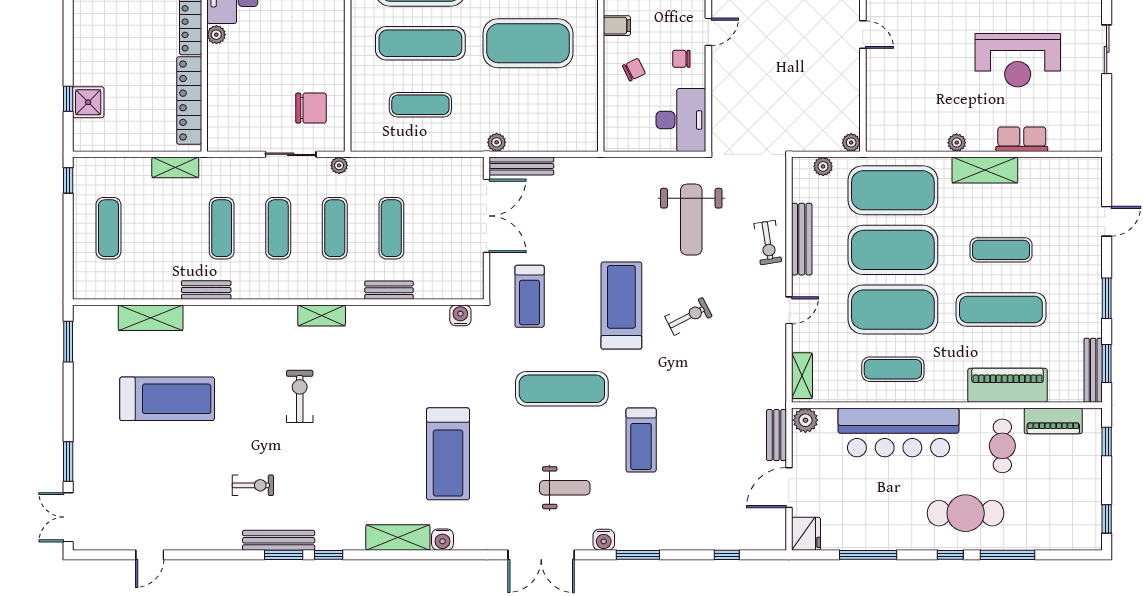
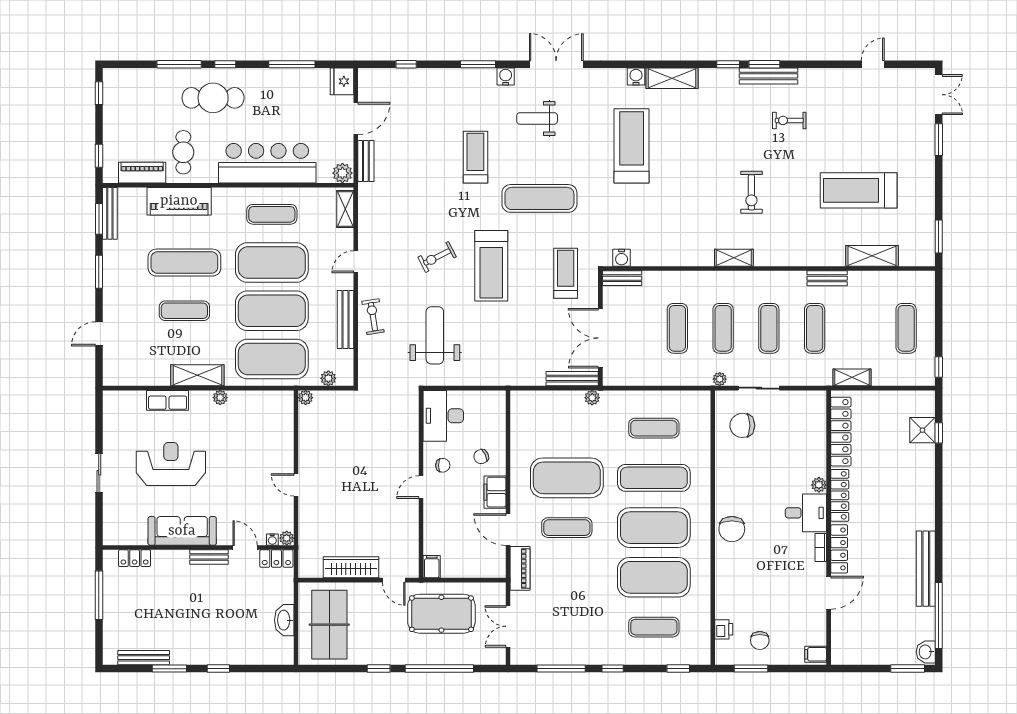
filing cabinet: (617, 26) -> (495, 492), width x2.00
bench: (389, 290) -> (622, 278), moved

